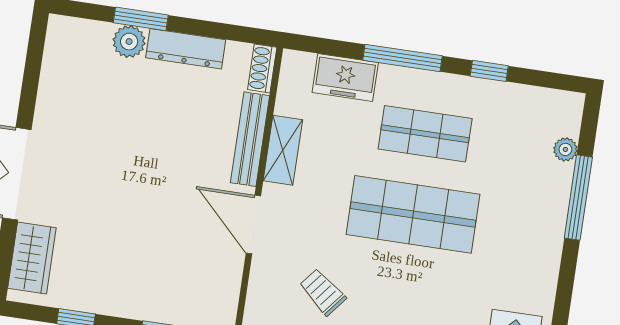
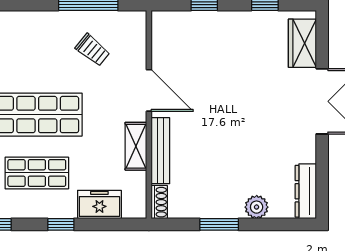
window: (141, 19) -> (219, 224), moved
dresser: (186, 49) -> (306, 191), moved, turned -90
window: (403, 58) -> (61, 224), width x0.46

